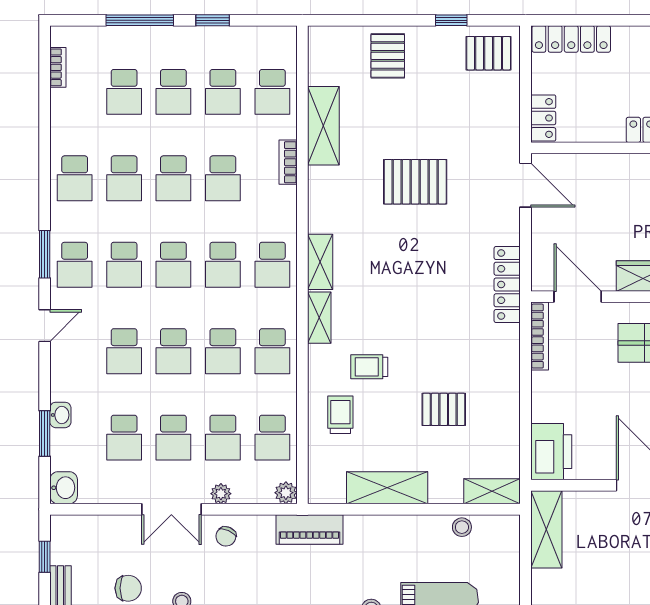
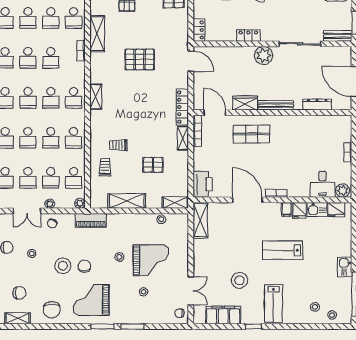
shelving: (319, 318) -> (183, 138), moved

